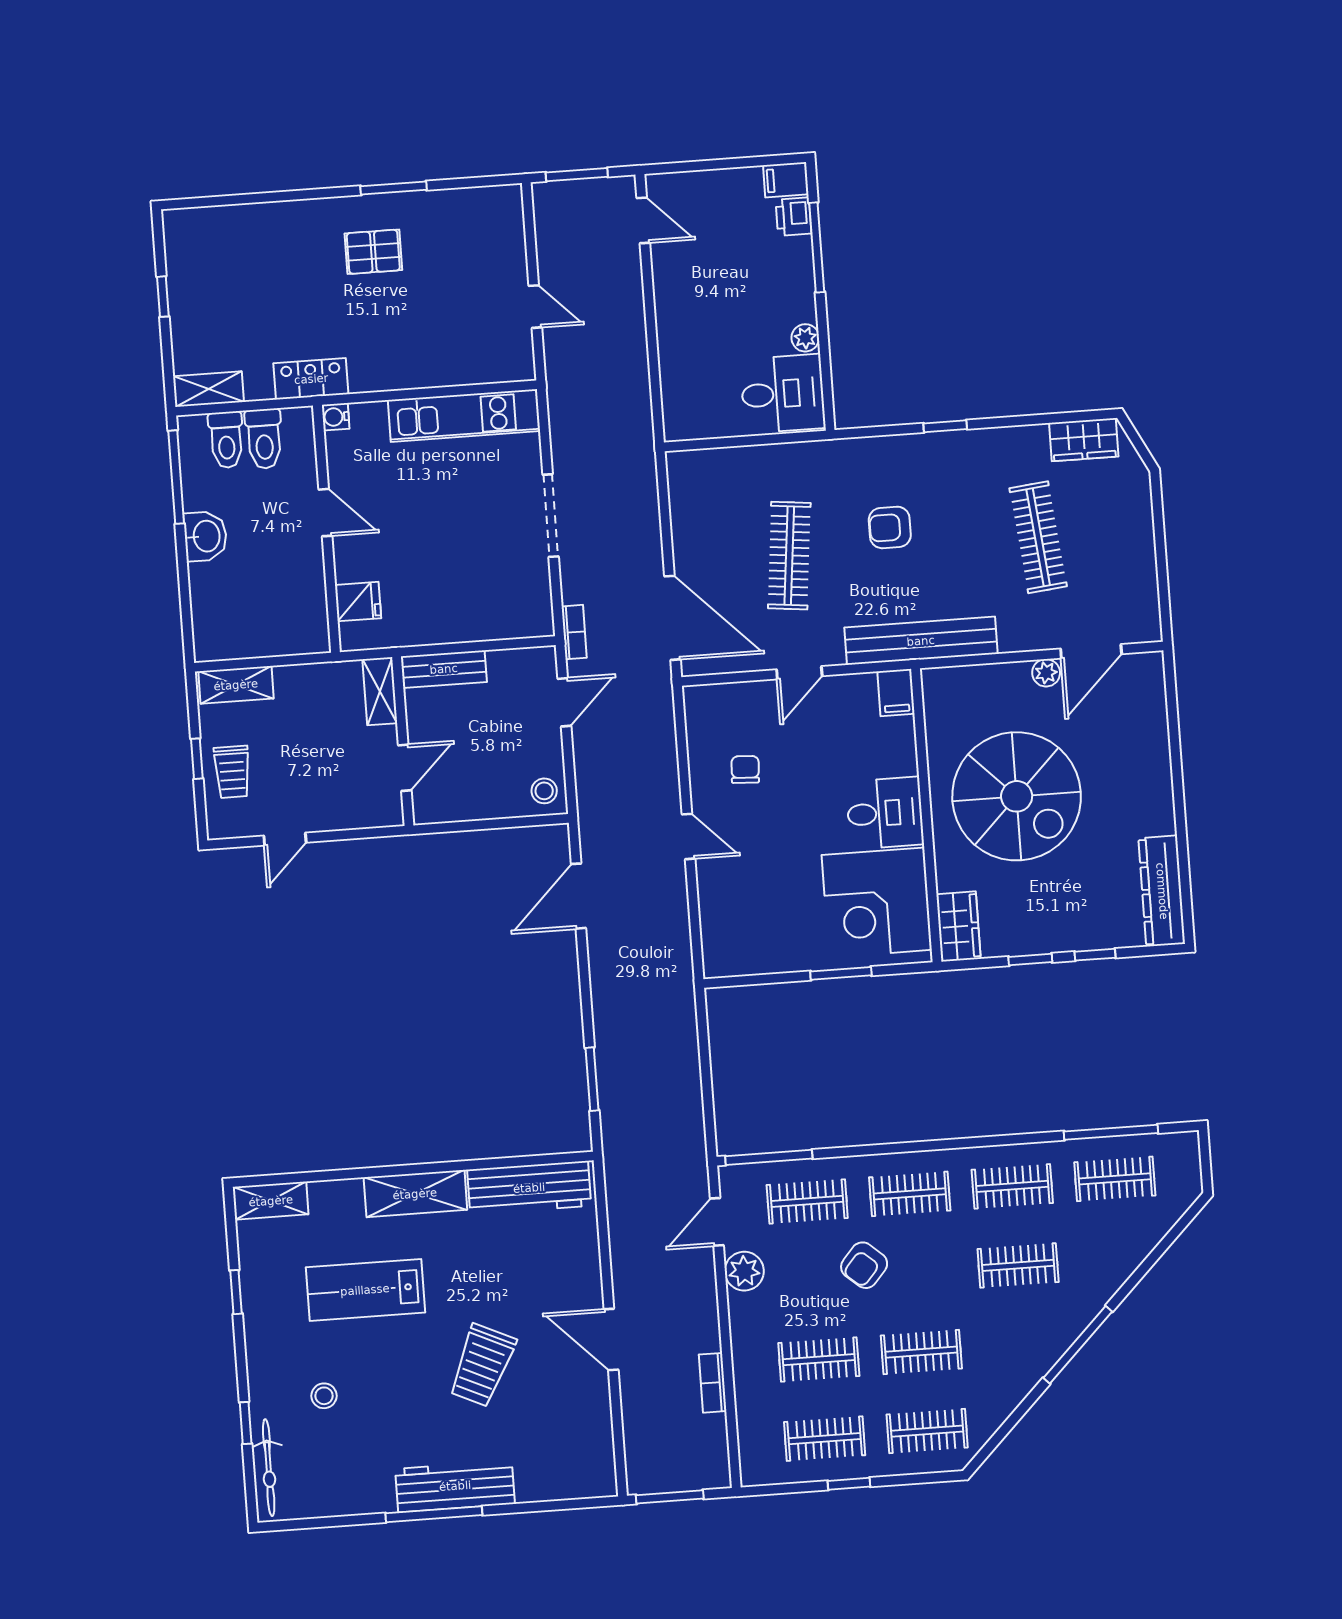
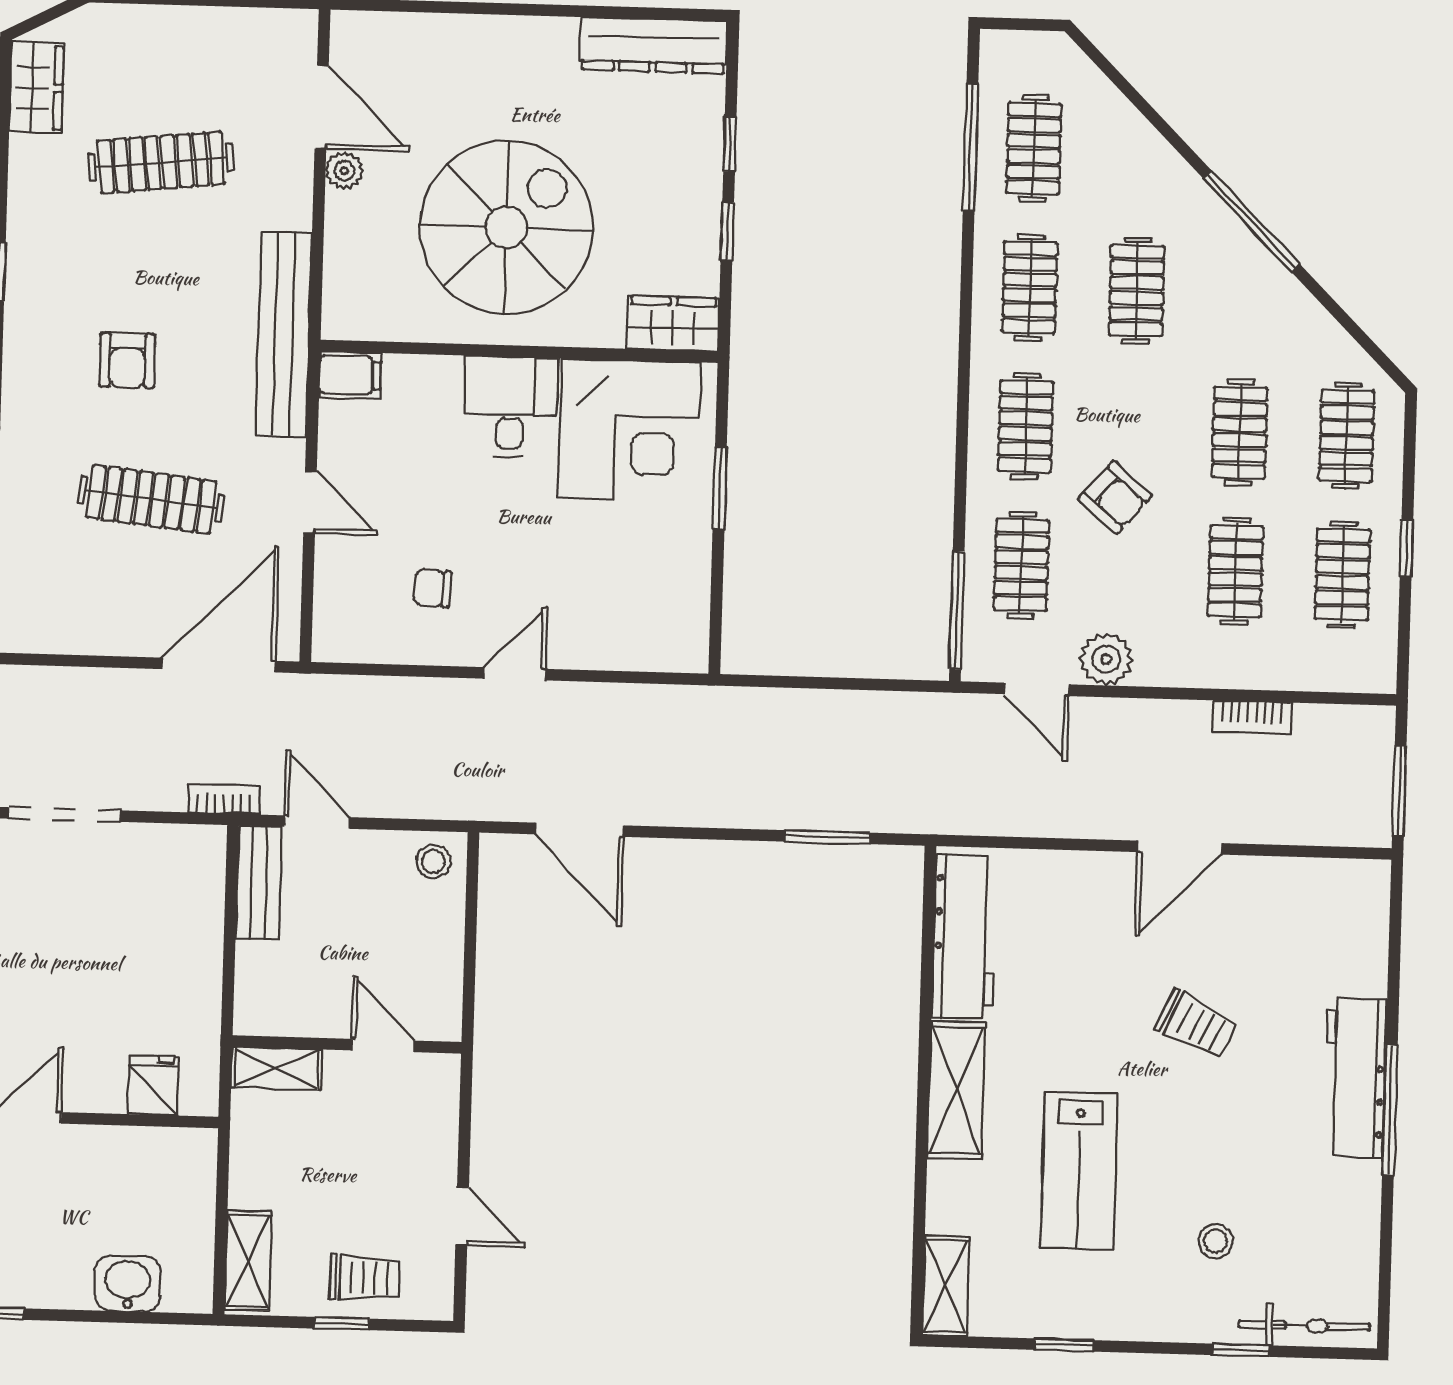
washbasin: (205, 536) -> (128, 1284), moved
bench: (444, 669) -> (259, 883), moved
trolley: (482, 1365) -> (1197, 1024), width x0.73, depth x0.72

